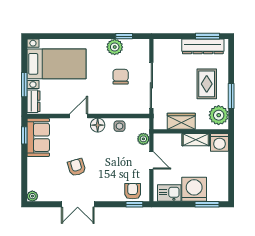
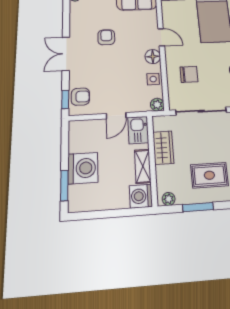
chair: (121, 77) -> (189, 74), moved
plant: (219, 115) -> (169, 199), width x0.53, depth x0.53
plant: (143, 139) -> (157, 105), moved
armchair: (77, 167) -> (106, 37), turned -73
kitchen sink: (169, 193) -> (138, 130), moved, turned 180
double door: (78, 204) -> (66, 54), moved

